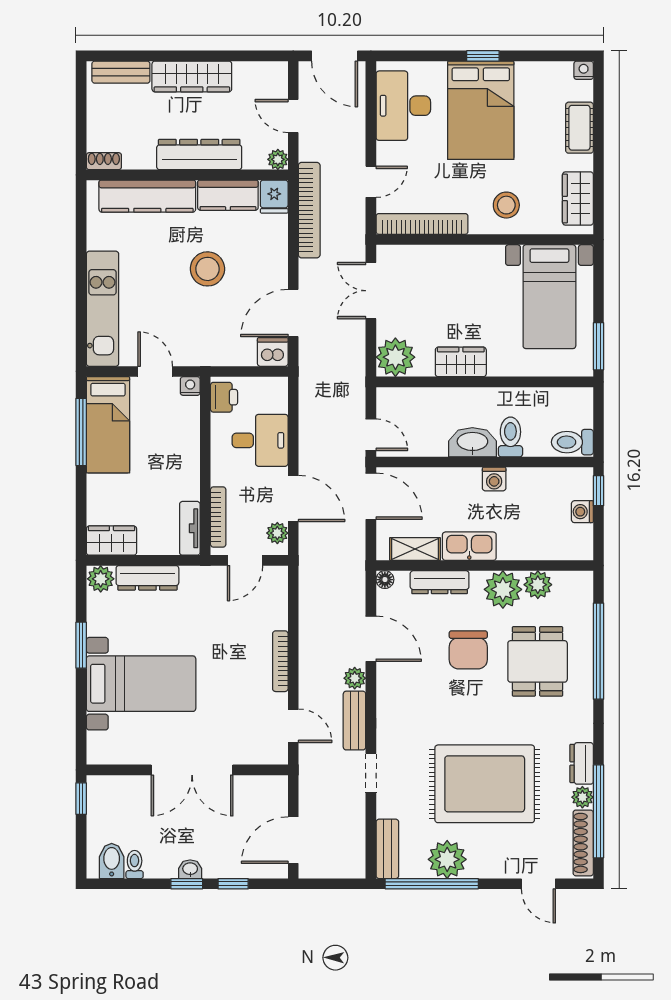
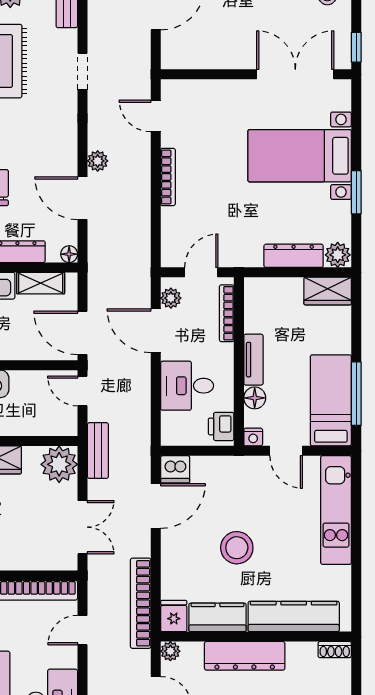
floor lamp: (189, 427) -> (255, 398), added
tv unit: (190, 528) -> (253, 360), moved
bench: (354, 721) -> (98, 451), moved
double door: (192, 770) -> (295, 74), moved

